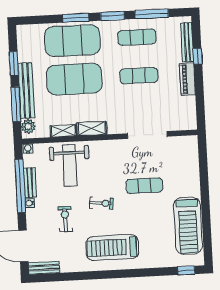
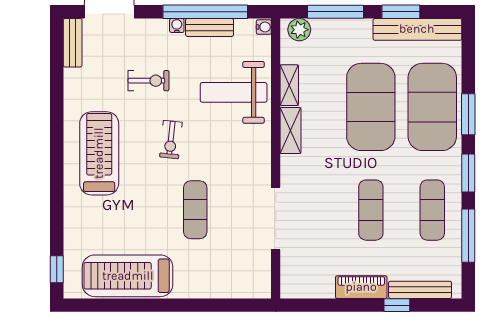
bench: (26, 91) -> (417, 29), moved

